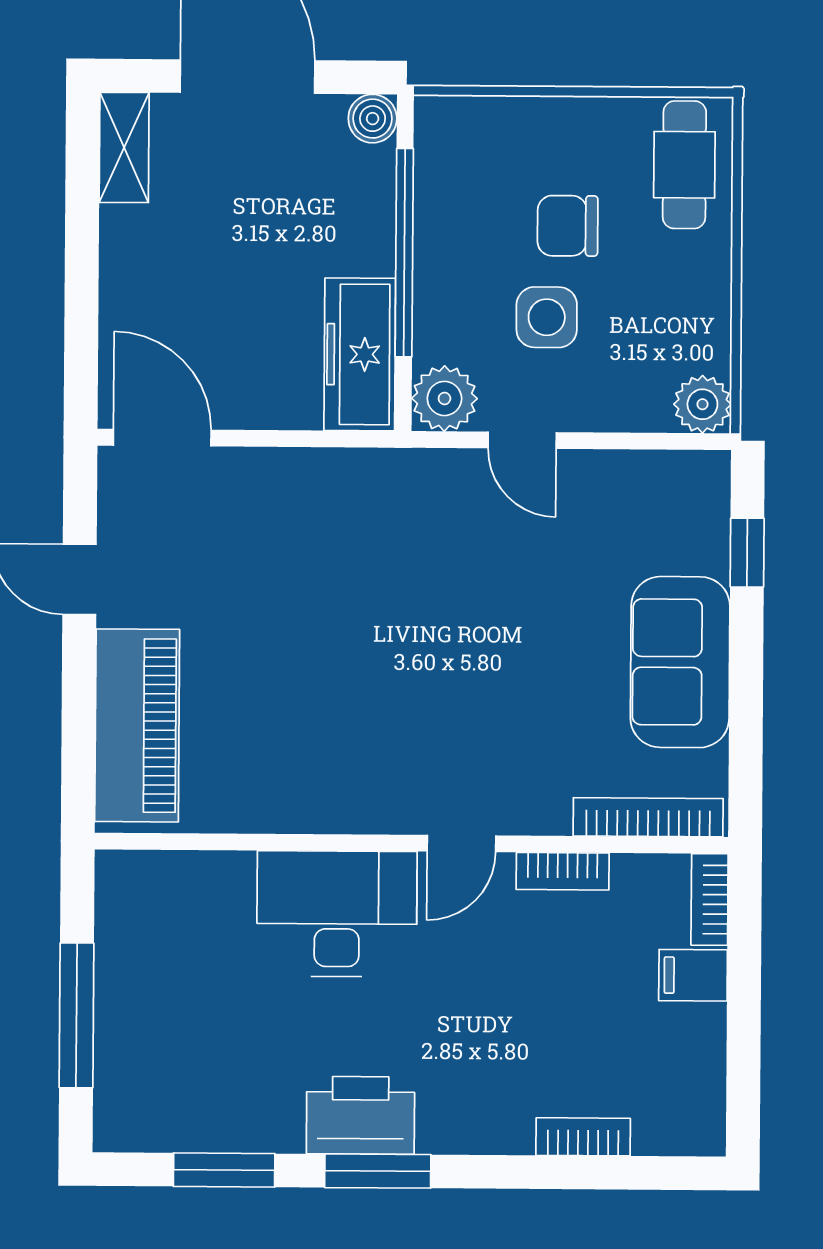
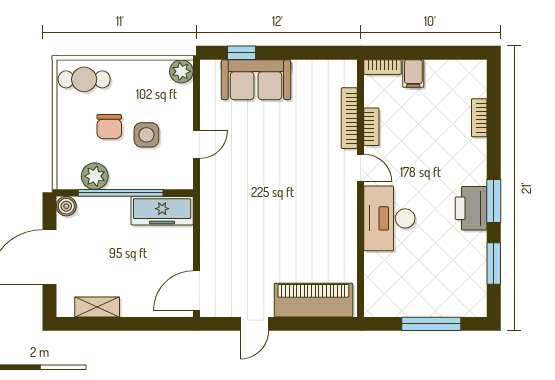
shelving: (124, 148) -> (97, 307), moved
plant: (444, 398) -> (95, 176), moved
sofa: (680, 662) -> (256, 80), moved
bookcase: (648, 817) -> (349, 118), moved

